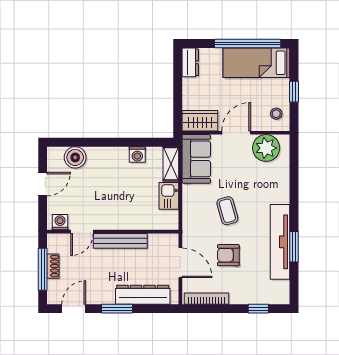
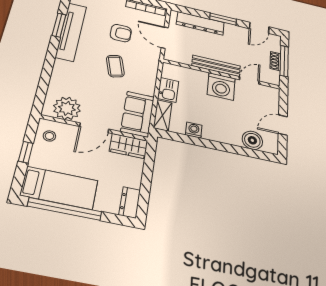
washing machine: (60, 222) -> (221, 86), moved, width x1.89, depth x1.89

